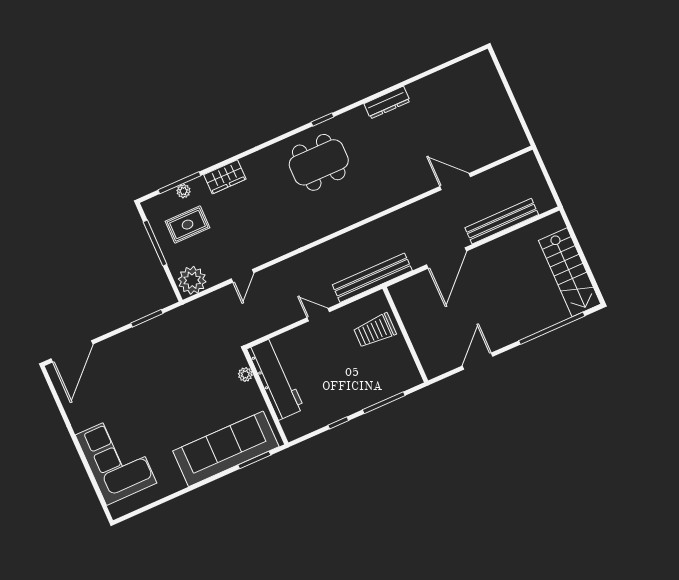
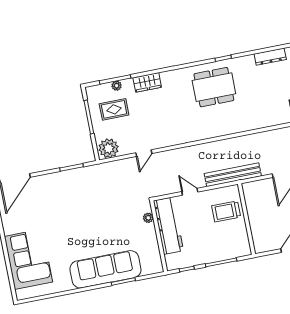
plant: (245, 374) -> (148, 218), moved
workbench: (276, 379) -> (168, 226), moved
wall: (265, 397) -> (159, 236), moved

